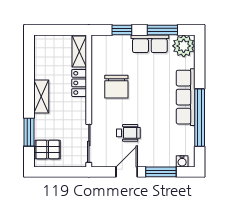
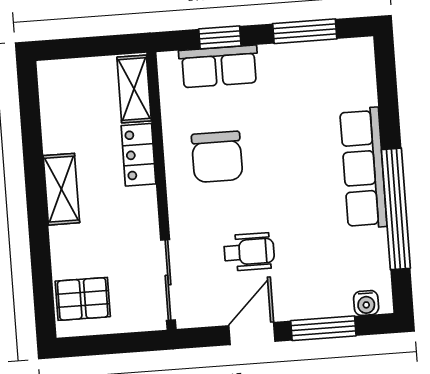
row of seats: (150, 44) -> (219, 66), moved
plant: (184, 46) -> (352, 61), removed
window: (29, 132) -> (41, 265), removed

